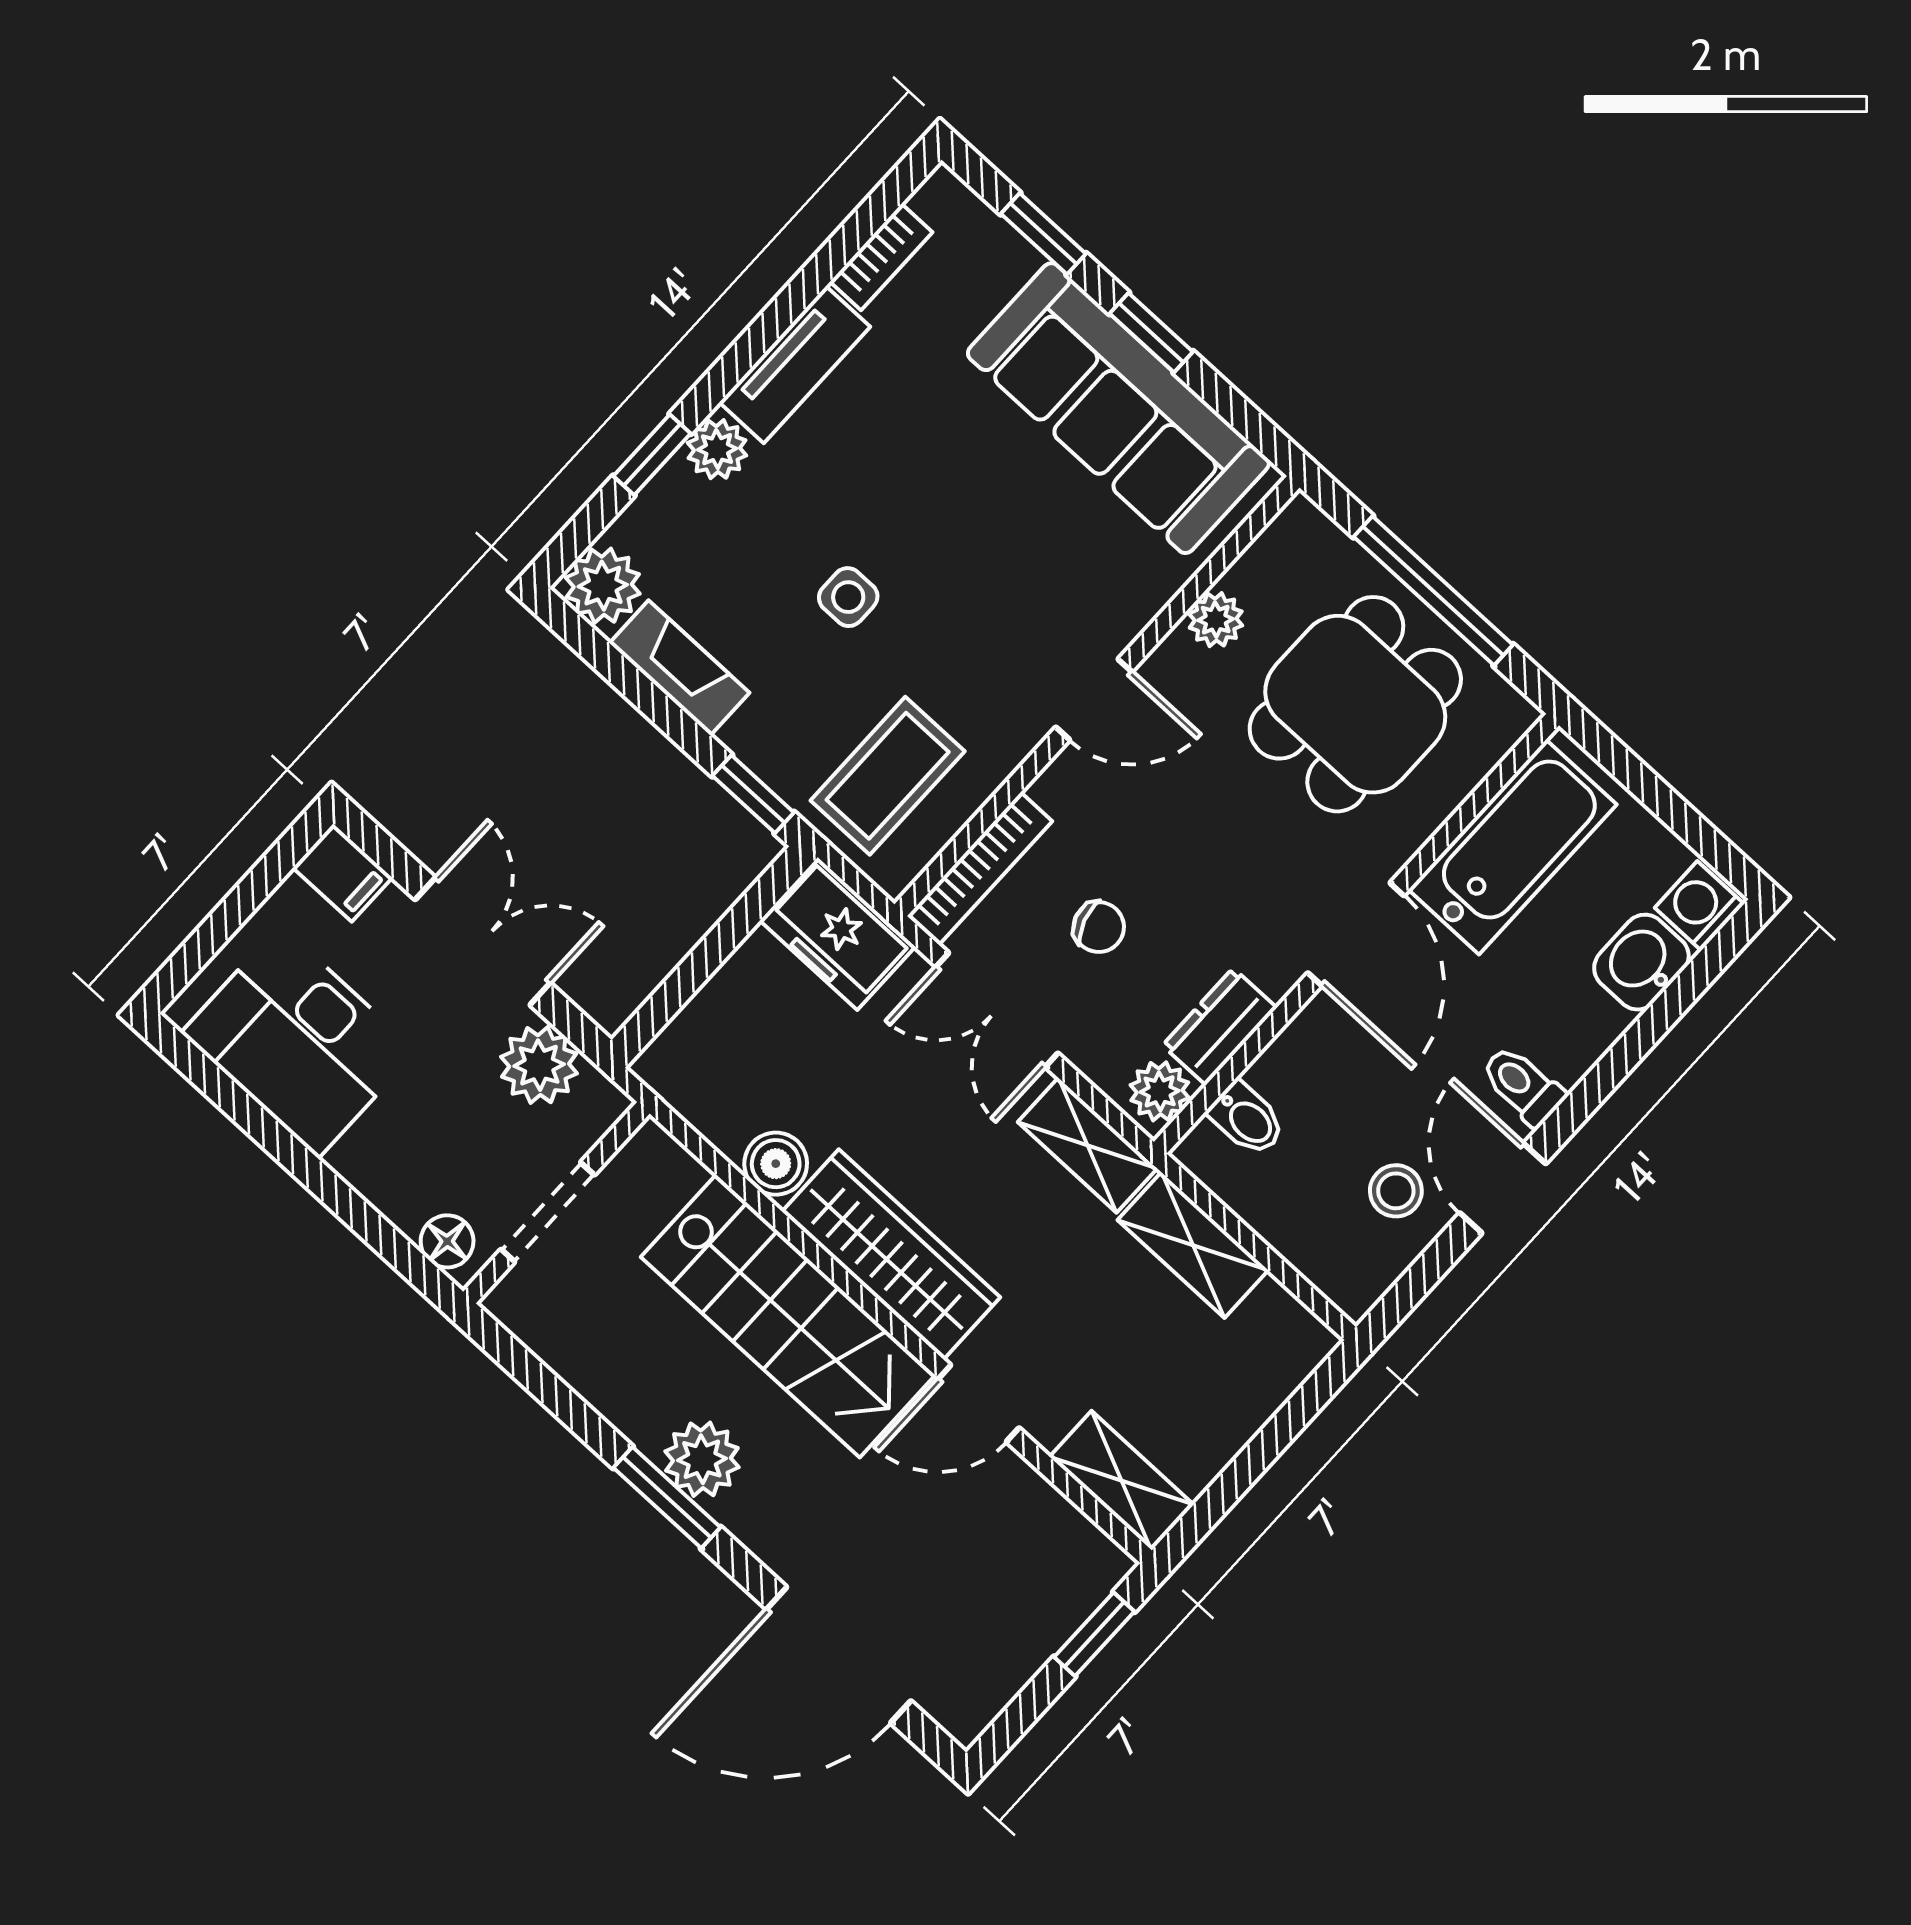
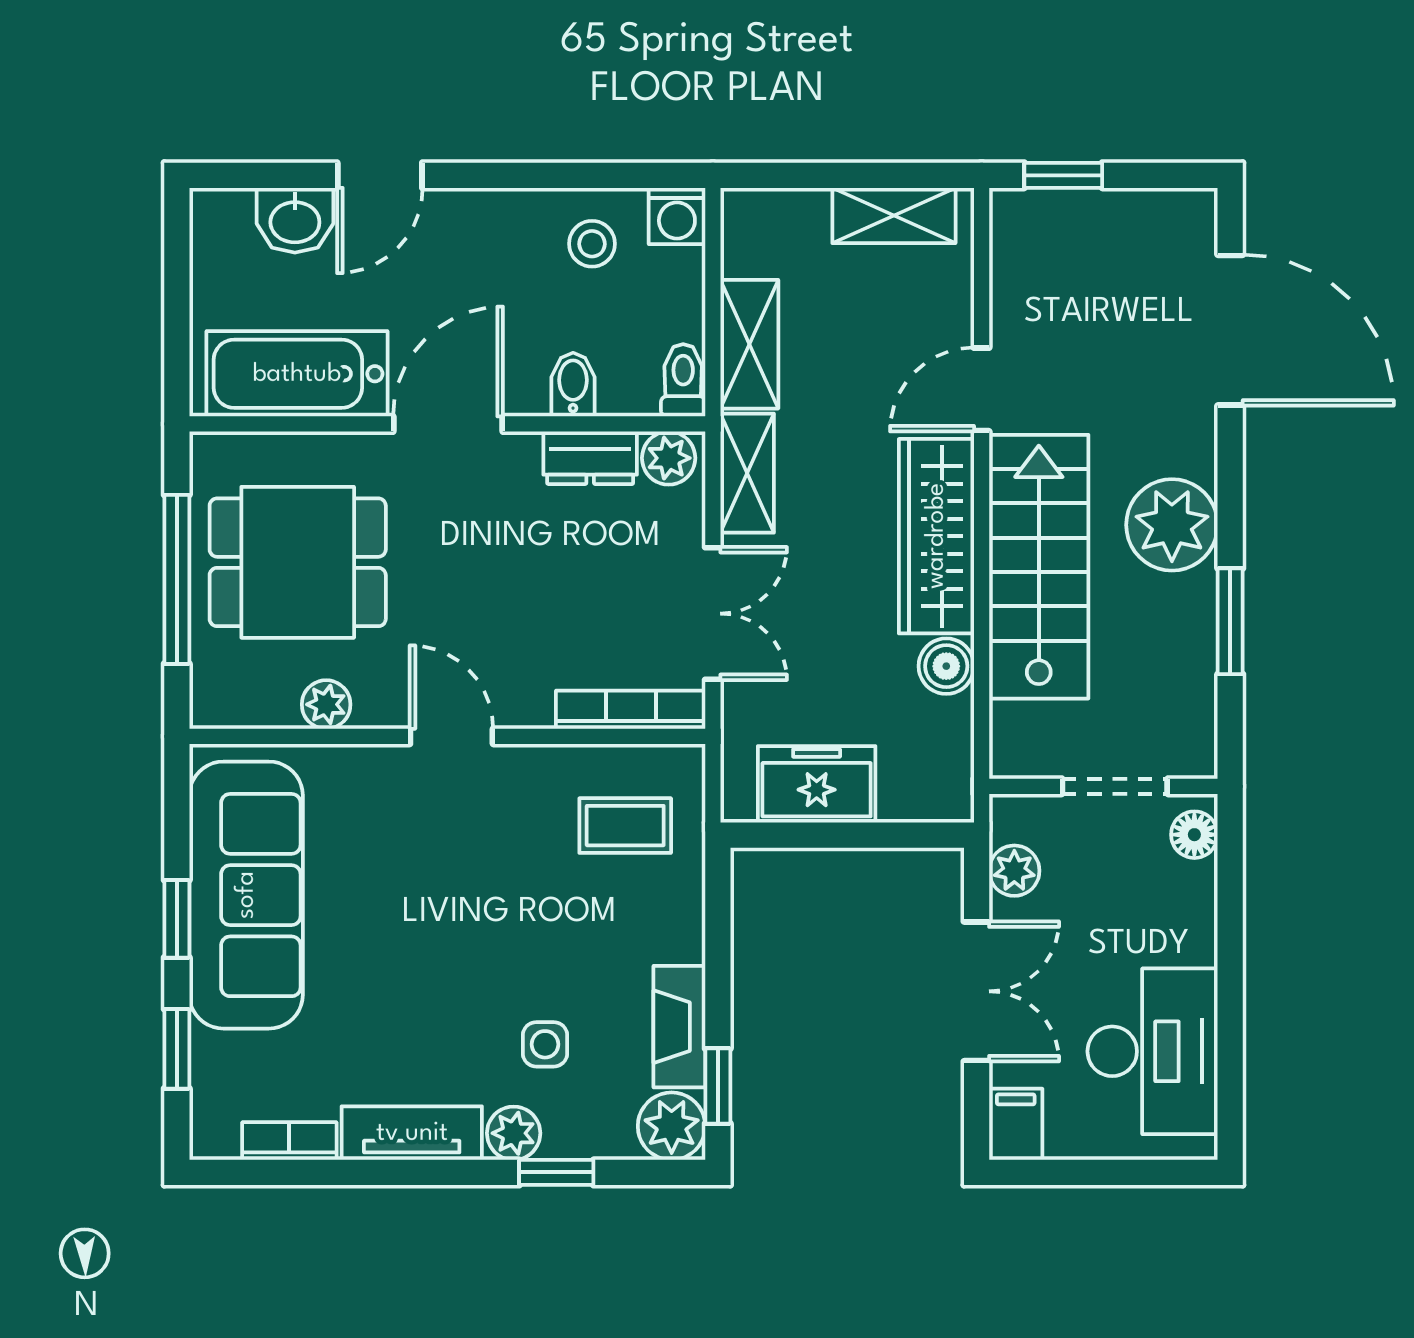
side table: (848, 597) -> (545, 1044), moved
coffee table: (888, 776) -> (625, 826), width x0.73, depth x0.77
window: (753, 794) -> (718, 1086), moved
washing machine: (1699, 906) -> (677, 216), moved
chair: (1099, 927) -> (598, 597), removed
freezer: (837, 934) -> (817, 784), moved, turned -90
double door: (483, 941) -> (977, 991), swing flipped
plant: (539, 1065) -> (1014, 871), width x0.73, depth x0.73
toilet: (1523, 1086) -> (683, 380), moved, turned 180
bidet: (1247, 1119) -> (573, 385), moved
door: (1503, 1188) -> (380, 175), moved
door: (979, 1403) -> (982, 389), swing flipped
plant: (702, 1459) -> (1172, 525), width x1.36, depth x1.36
shelving: (1122, 1481) -> (894, 216), moved, turned 90
window: (667, 1497) -> (1230, 621), moved

